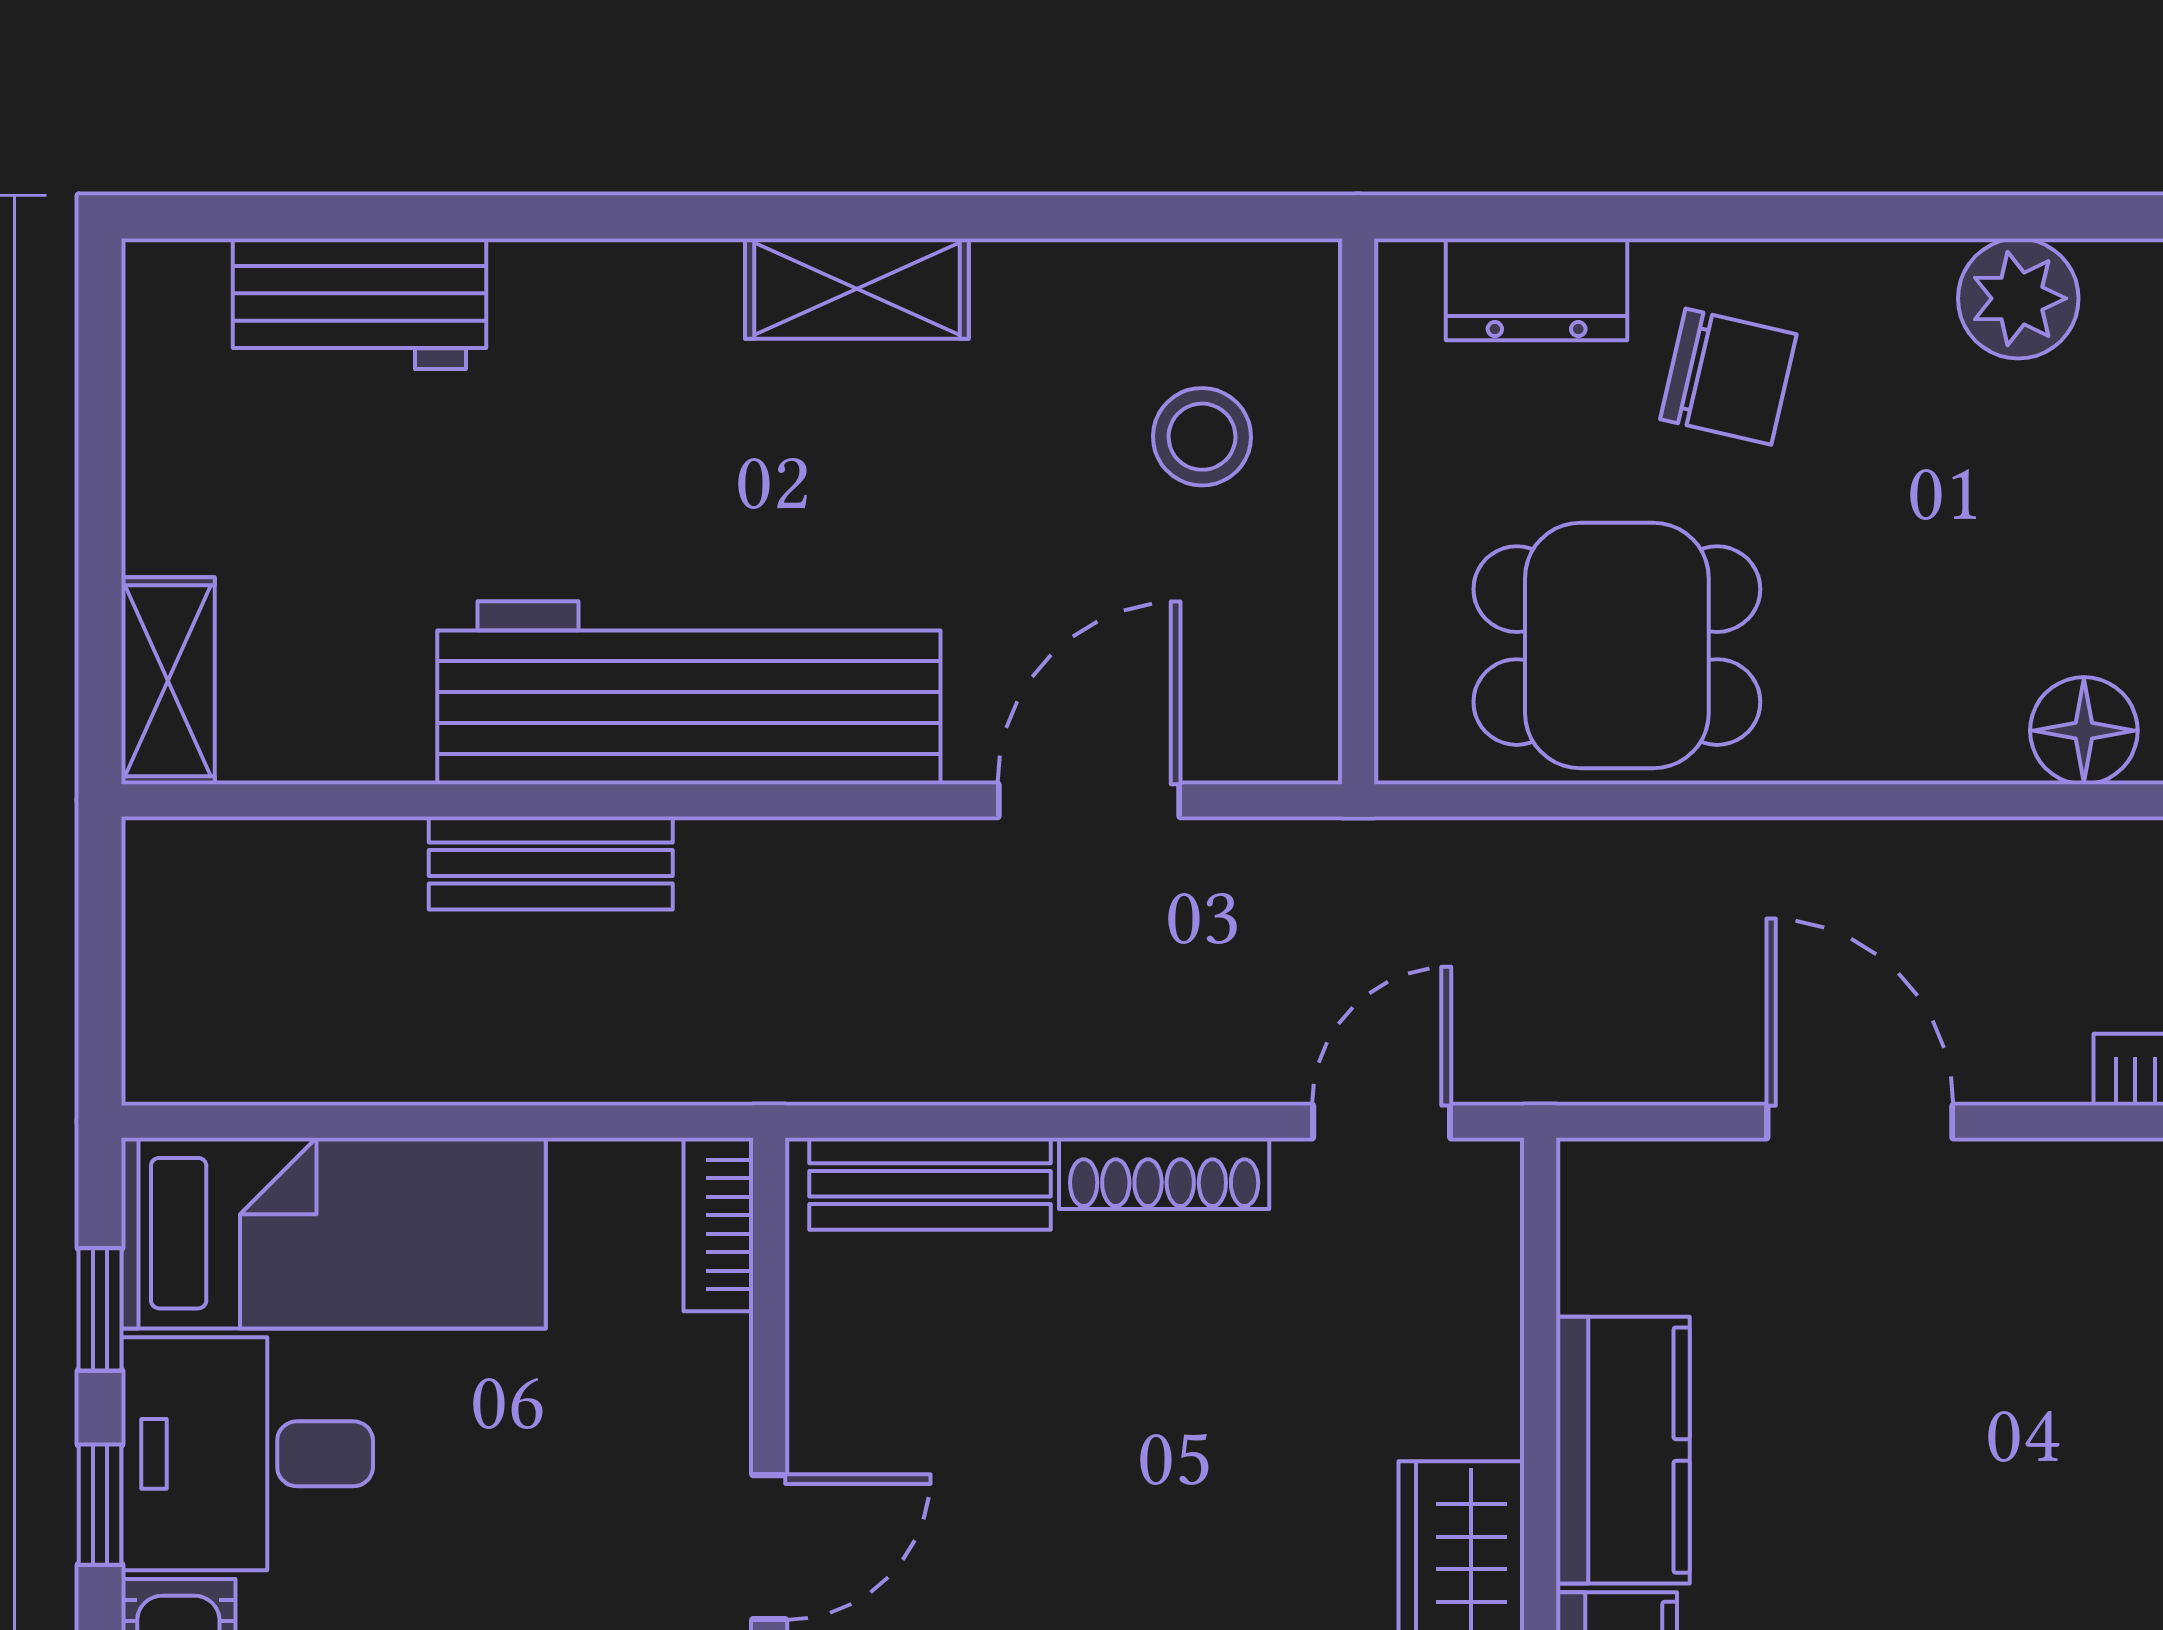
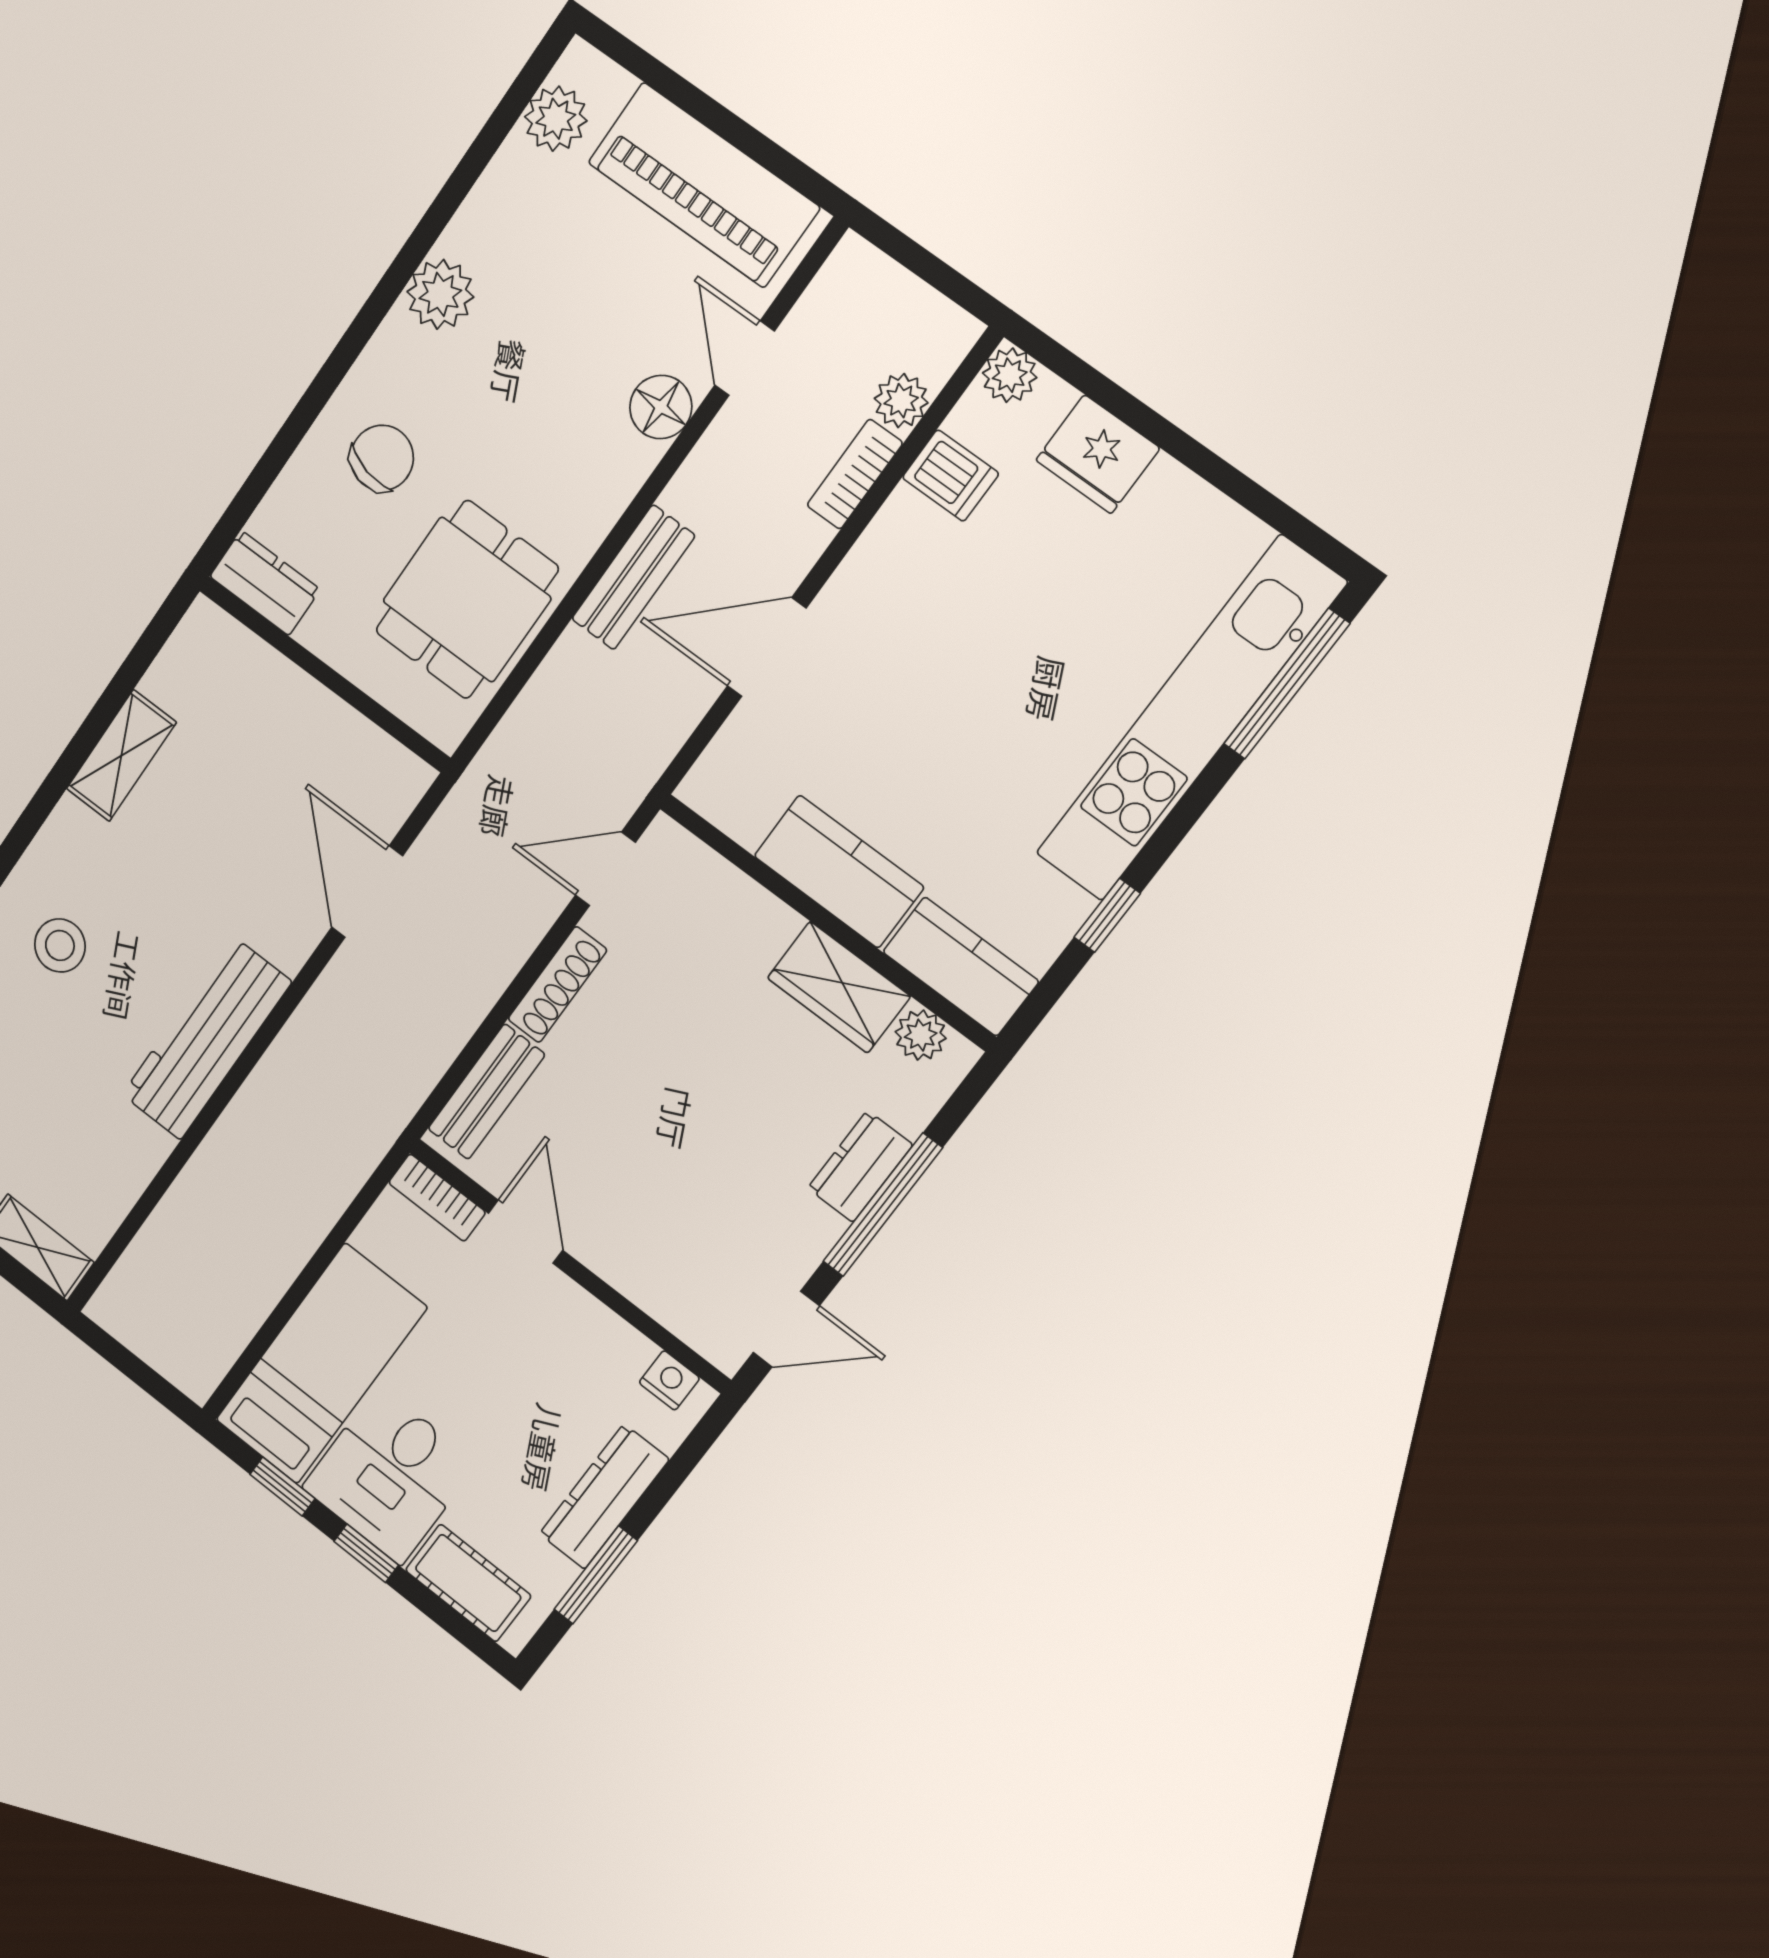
shelving: (857, 289) -> (121, 756), moved
dresser: (1537, 289) -> (265, 583), moved, turned -90
stool: (1202, 437) -> (60, 945), moved
workbench: (689, 693) -> (206, 1038), width x0.73, depth x0.76
bench: (551, 863) -> (633, 577), moved
door: (1382, 1122) -> (605, 869), hinge flipped
door: (769, 1547) -> (525, 1232), moved

